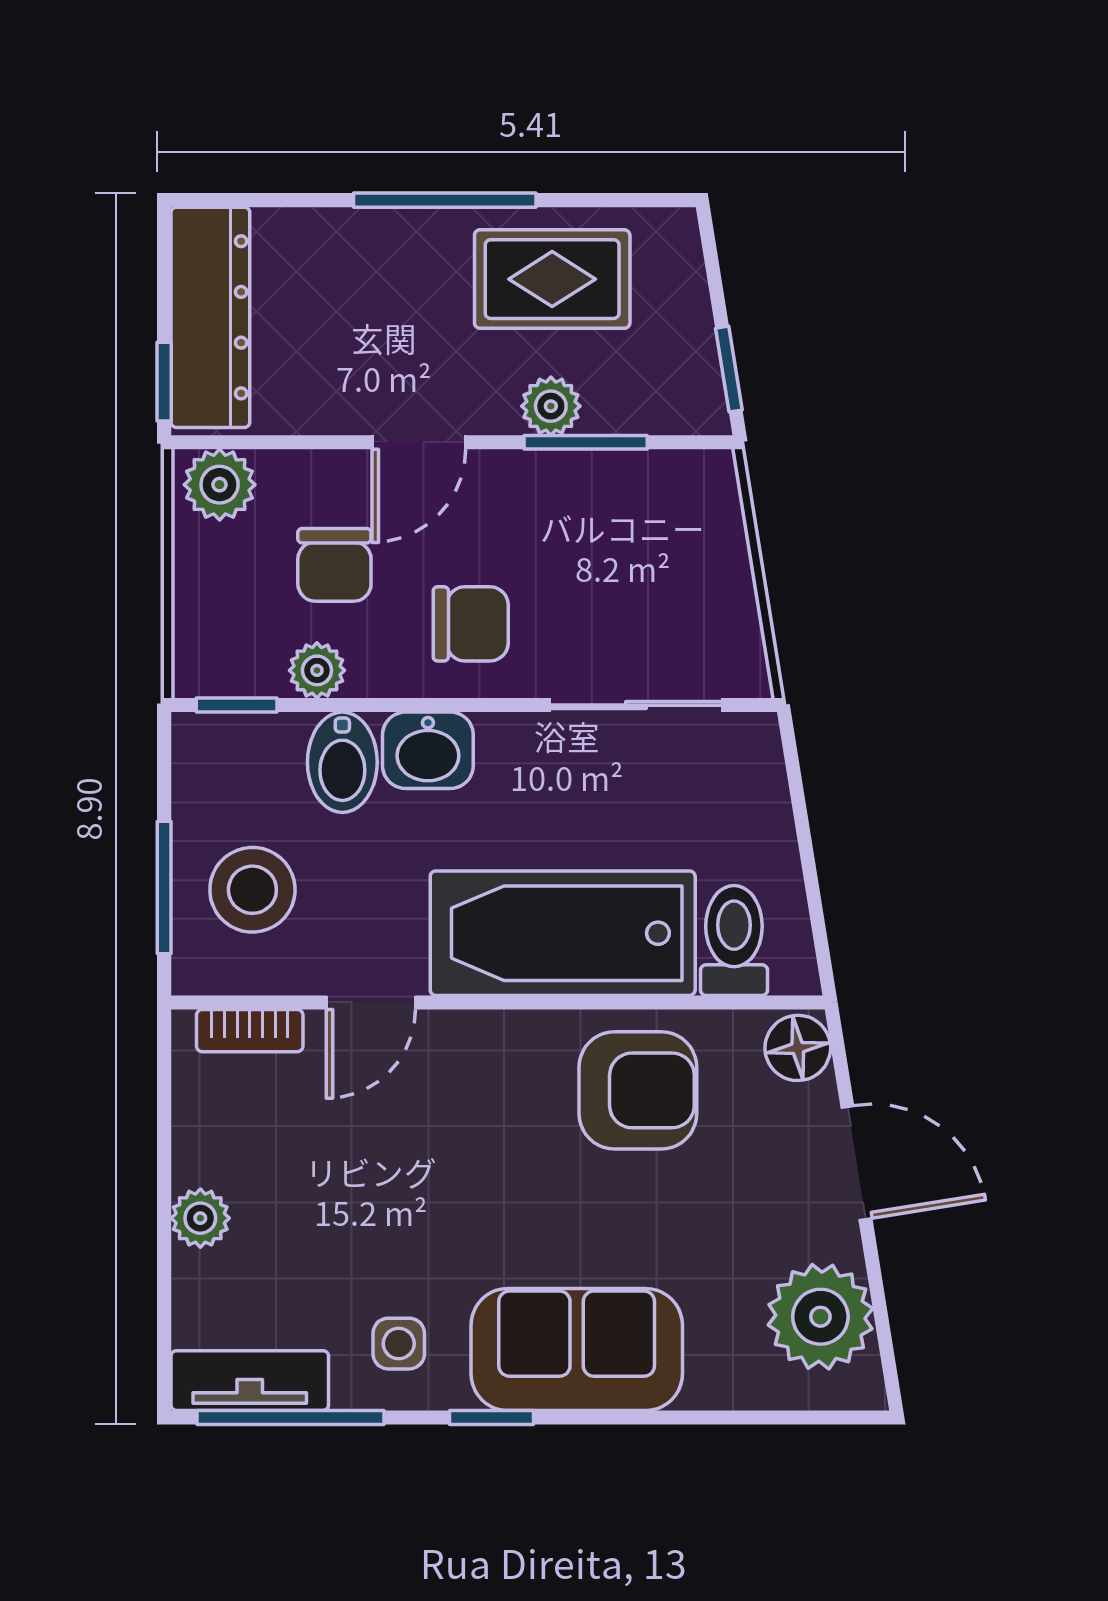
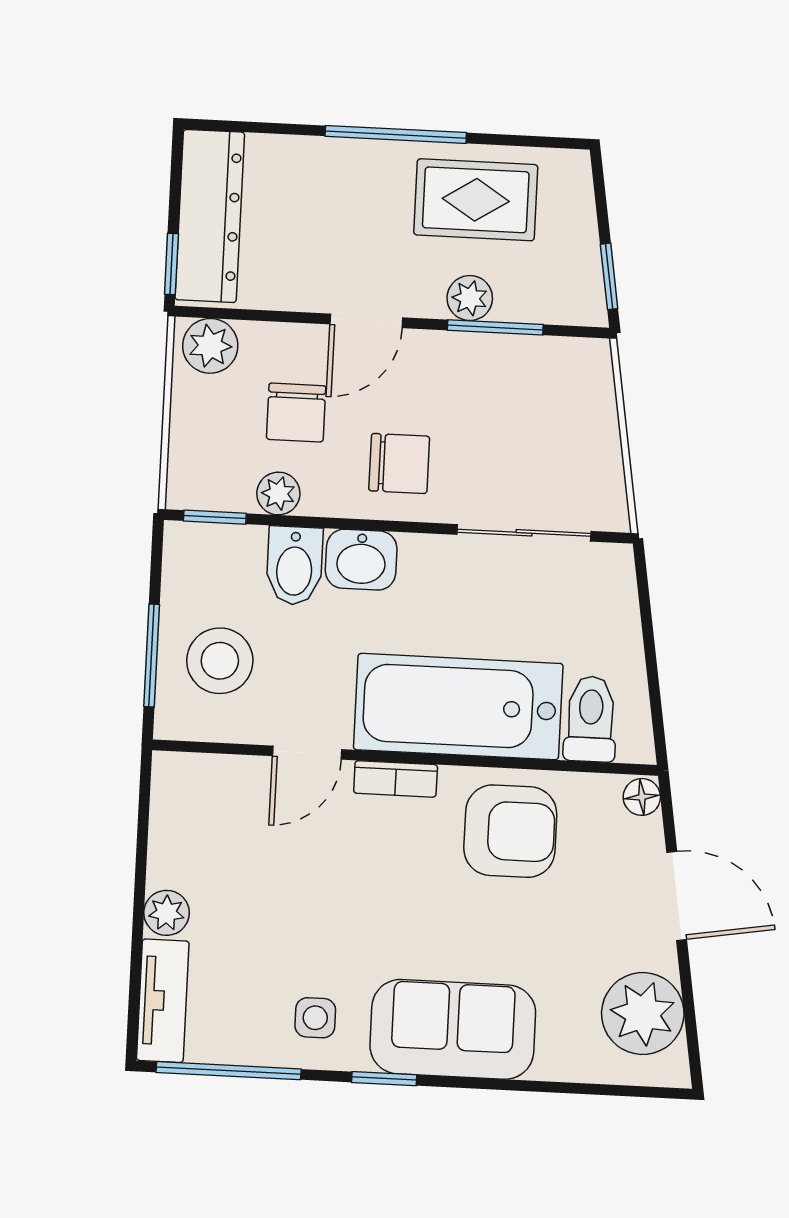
bookcase: (250, 1031) -> (396, 779), moved
floor lamp: (798, 1048) -> (642, 797), width x0.73, depth x0.73
tv unit: (250, 1381) -> (163, 1001), moved, turned 90

